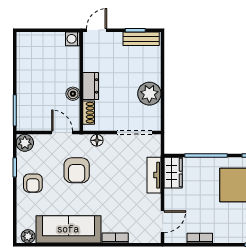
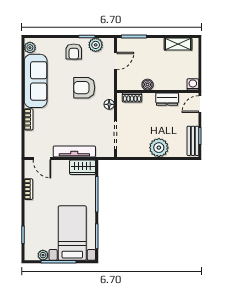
door: (97, 30) -> (200, 104), swing flipped
shelving: (24, 57) -> (178, 44), added
dresser: (91, 86) -> (167, 99), moved
plant: (149, 94) -> (159, 148), moved
door: (62, 133) -> (115, 61), moved
plant: (25, 143) -> (96, 45), moved
tv unit: (154, 175) -> (74, 151), width x1.41
armchair: (33, 183) -> (74, 52), turned -90

